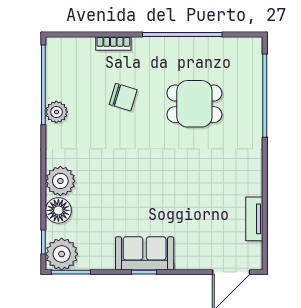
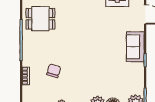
dining table: (194, 104) -> (40, 19), moved, turned 90
sofa: (145, 253) -> (135, 47), moved

